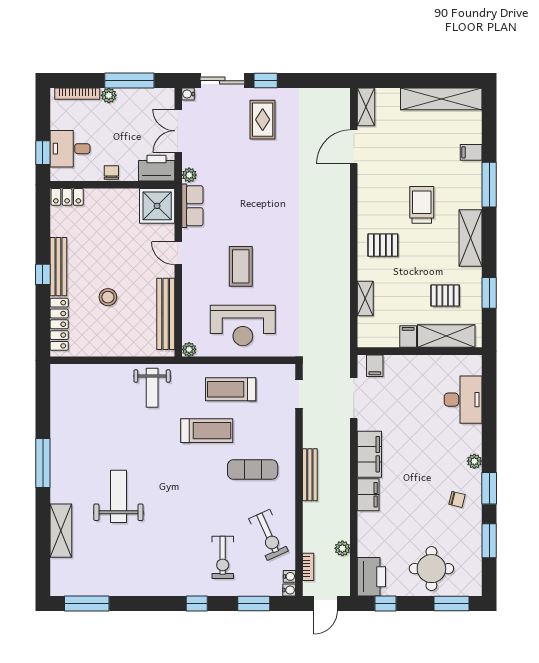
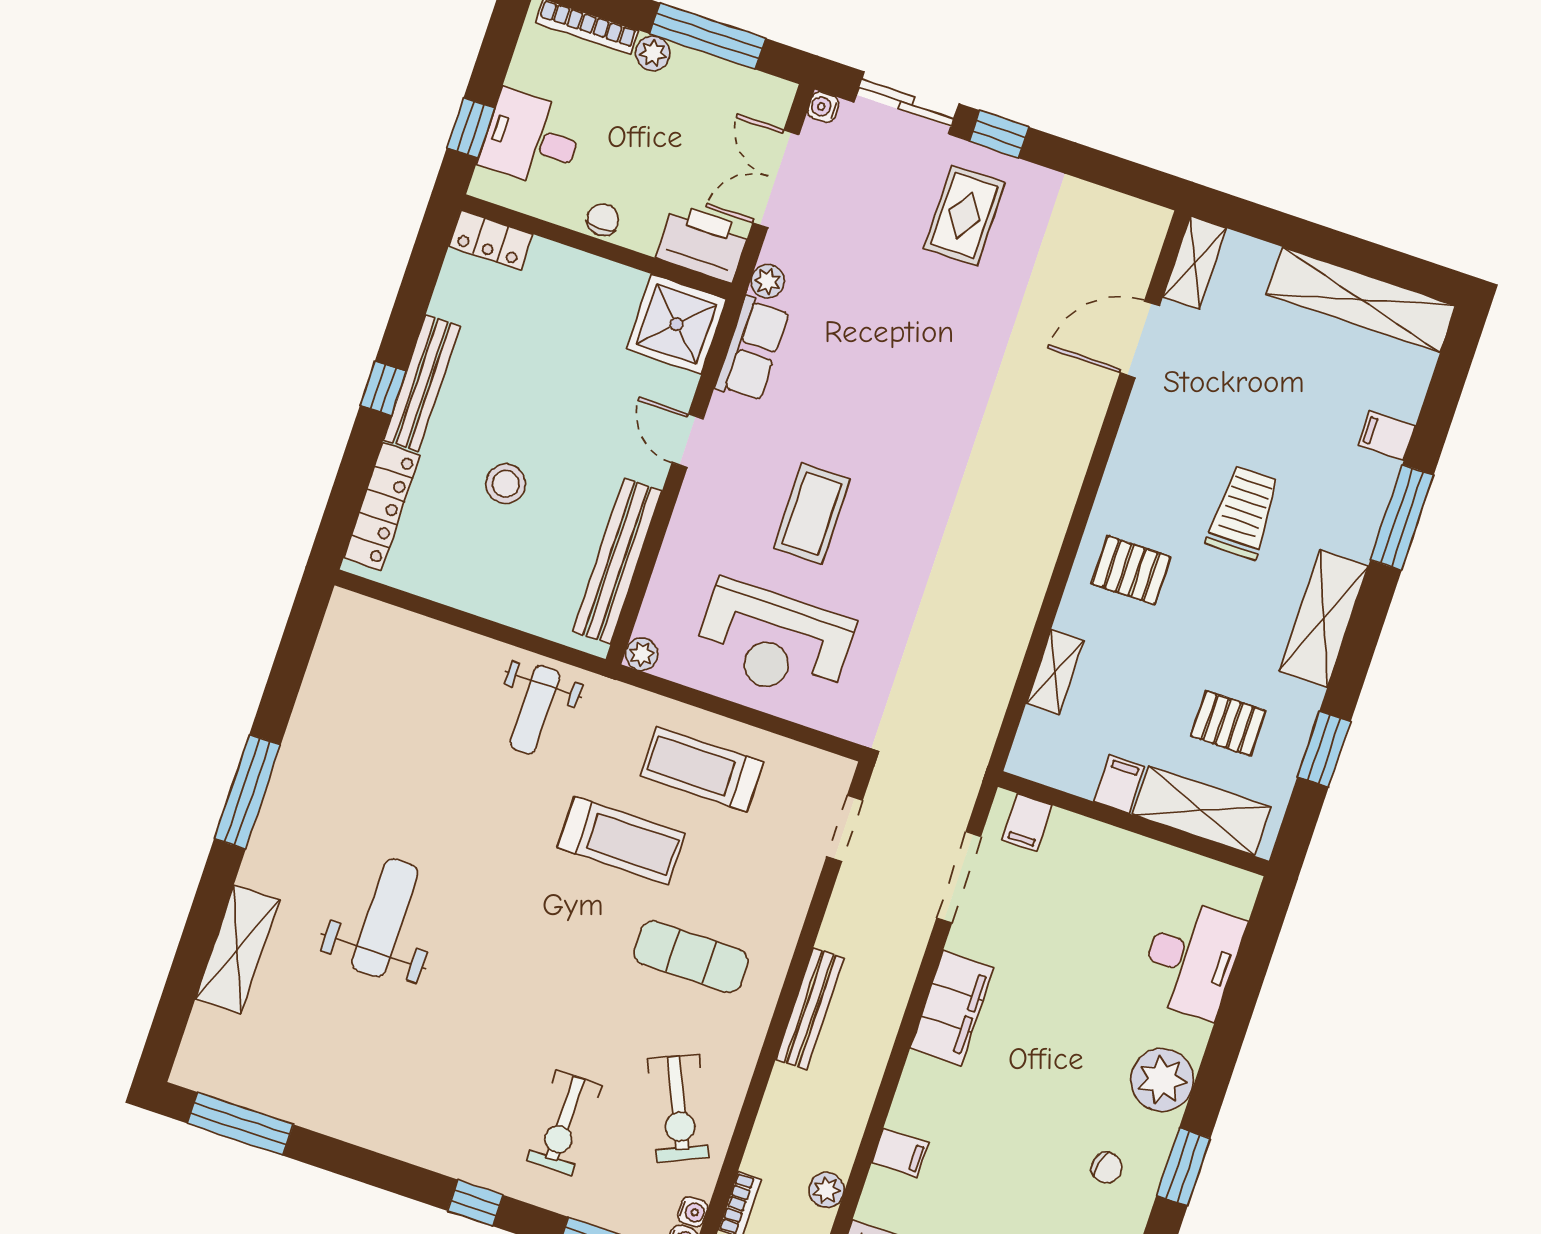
plant: (474, 461) -> (1162, 1080), width x1.88, depth x1.88
filing cabinet: (368, 495) -> (900, 1153), moved, width x0.50

